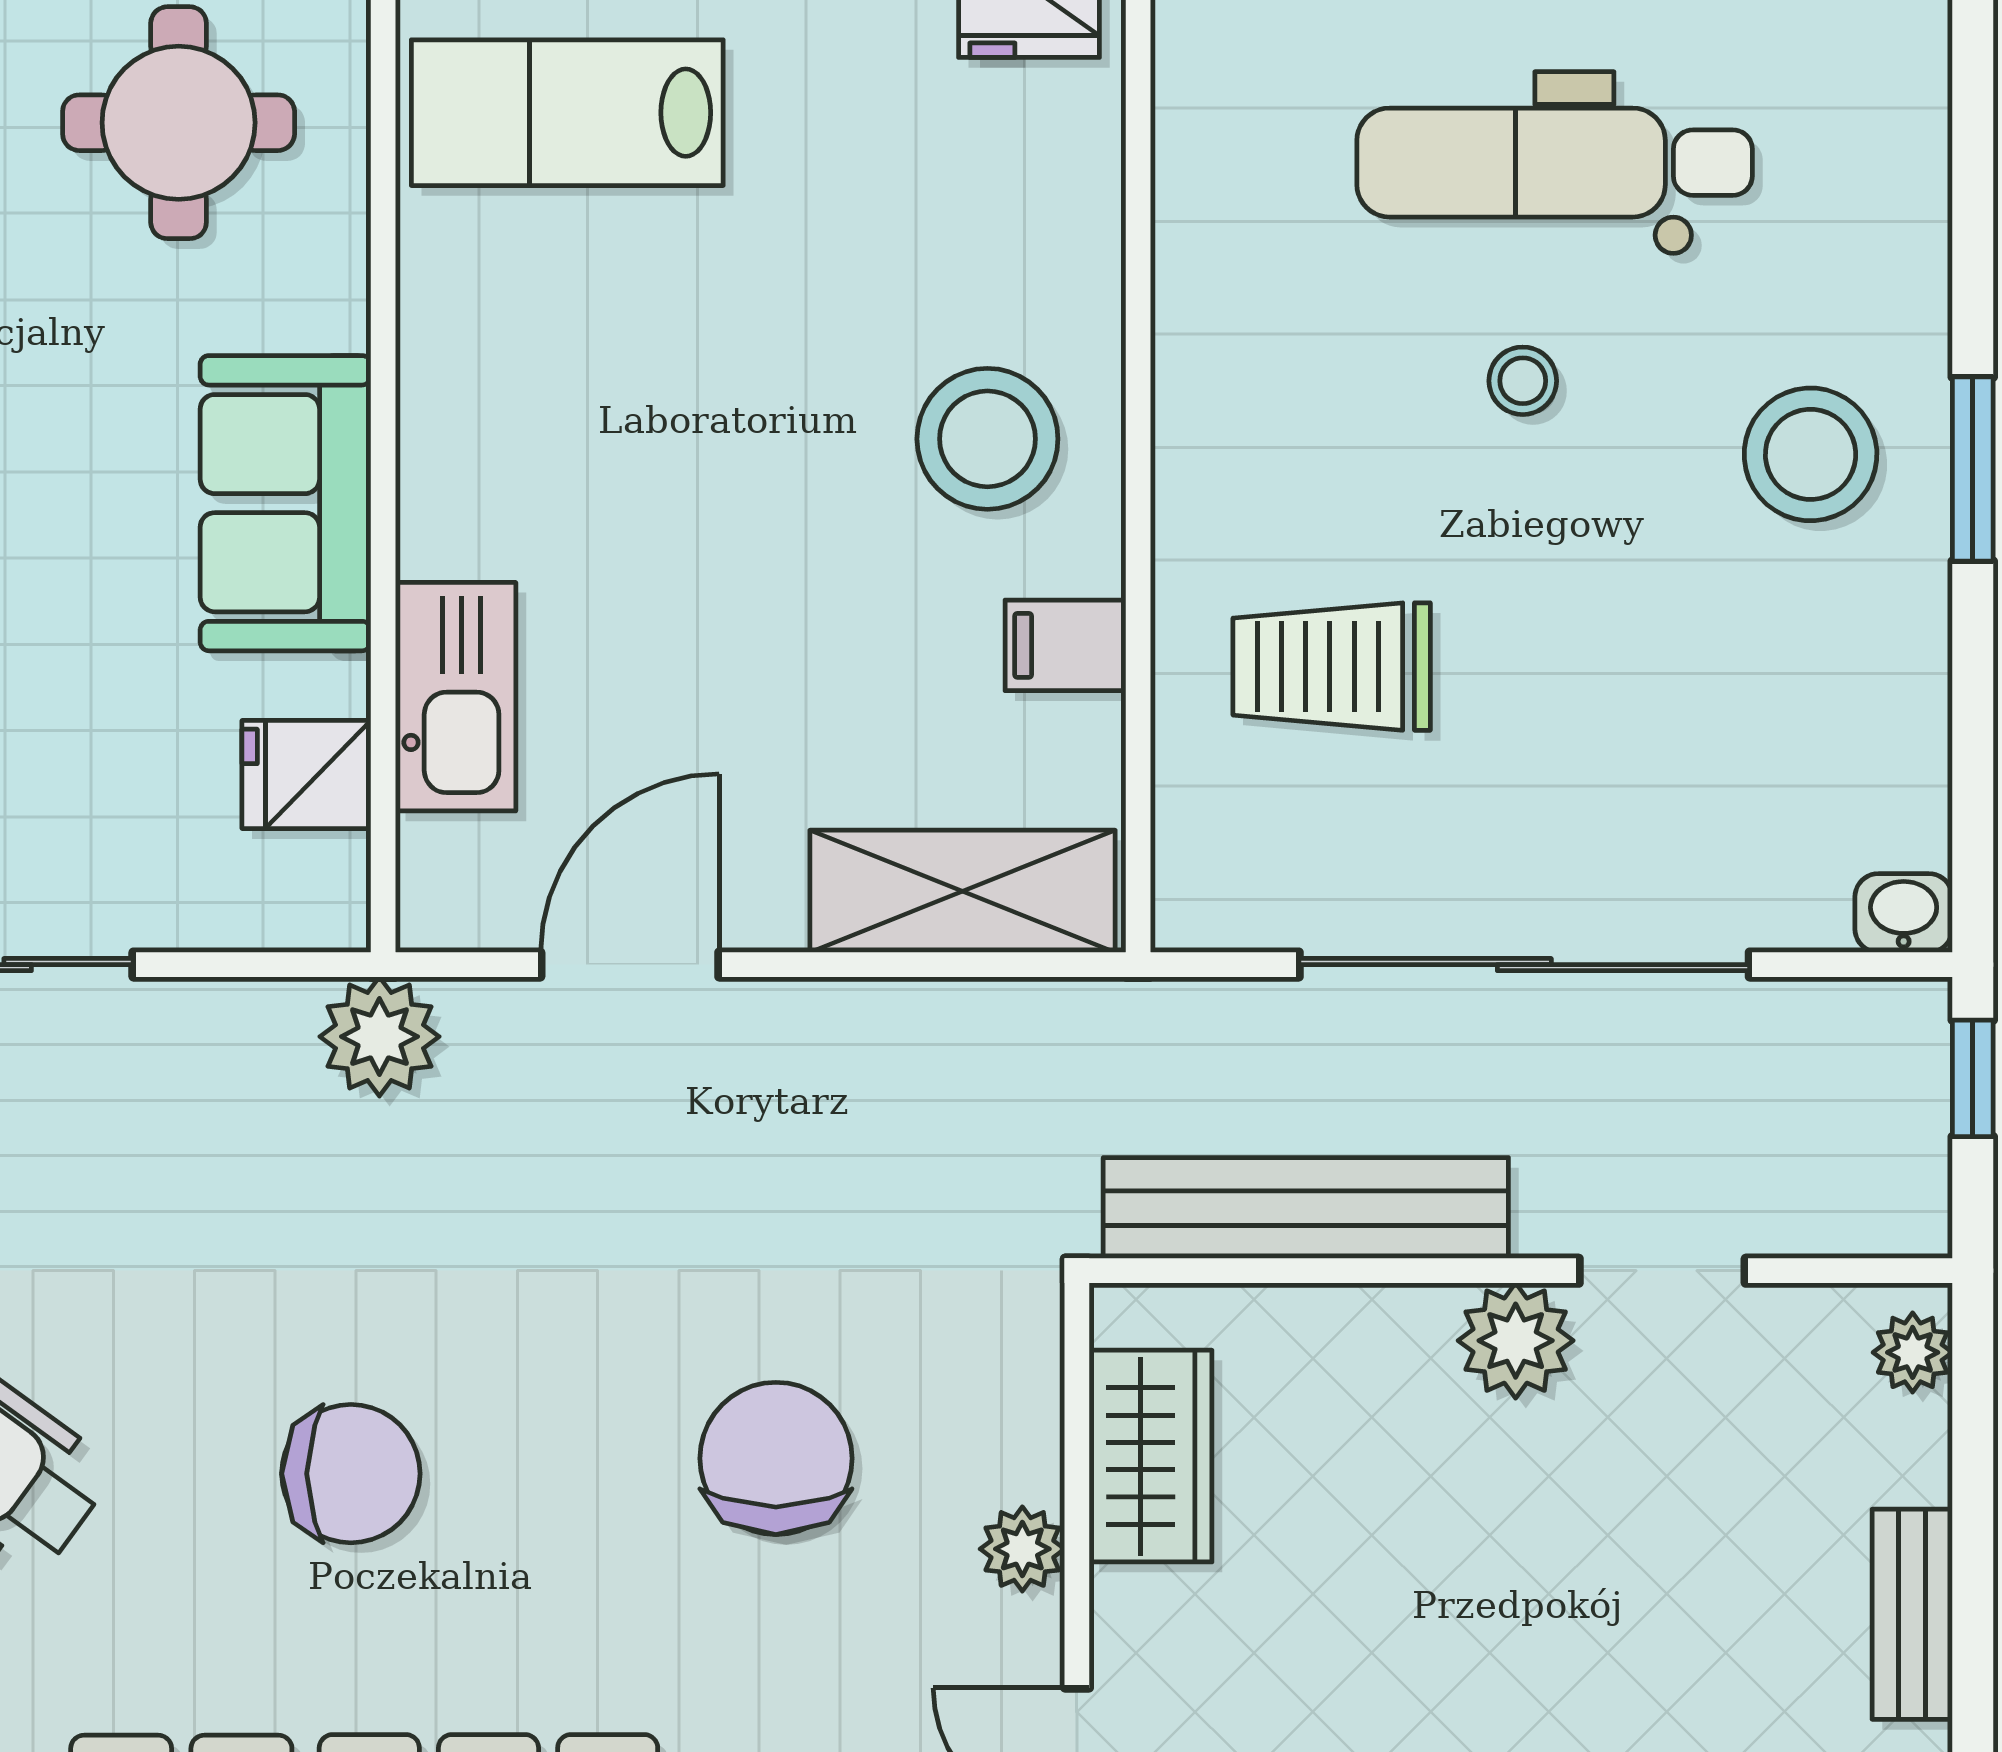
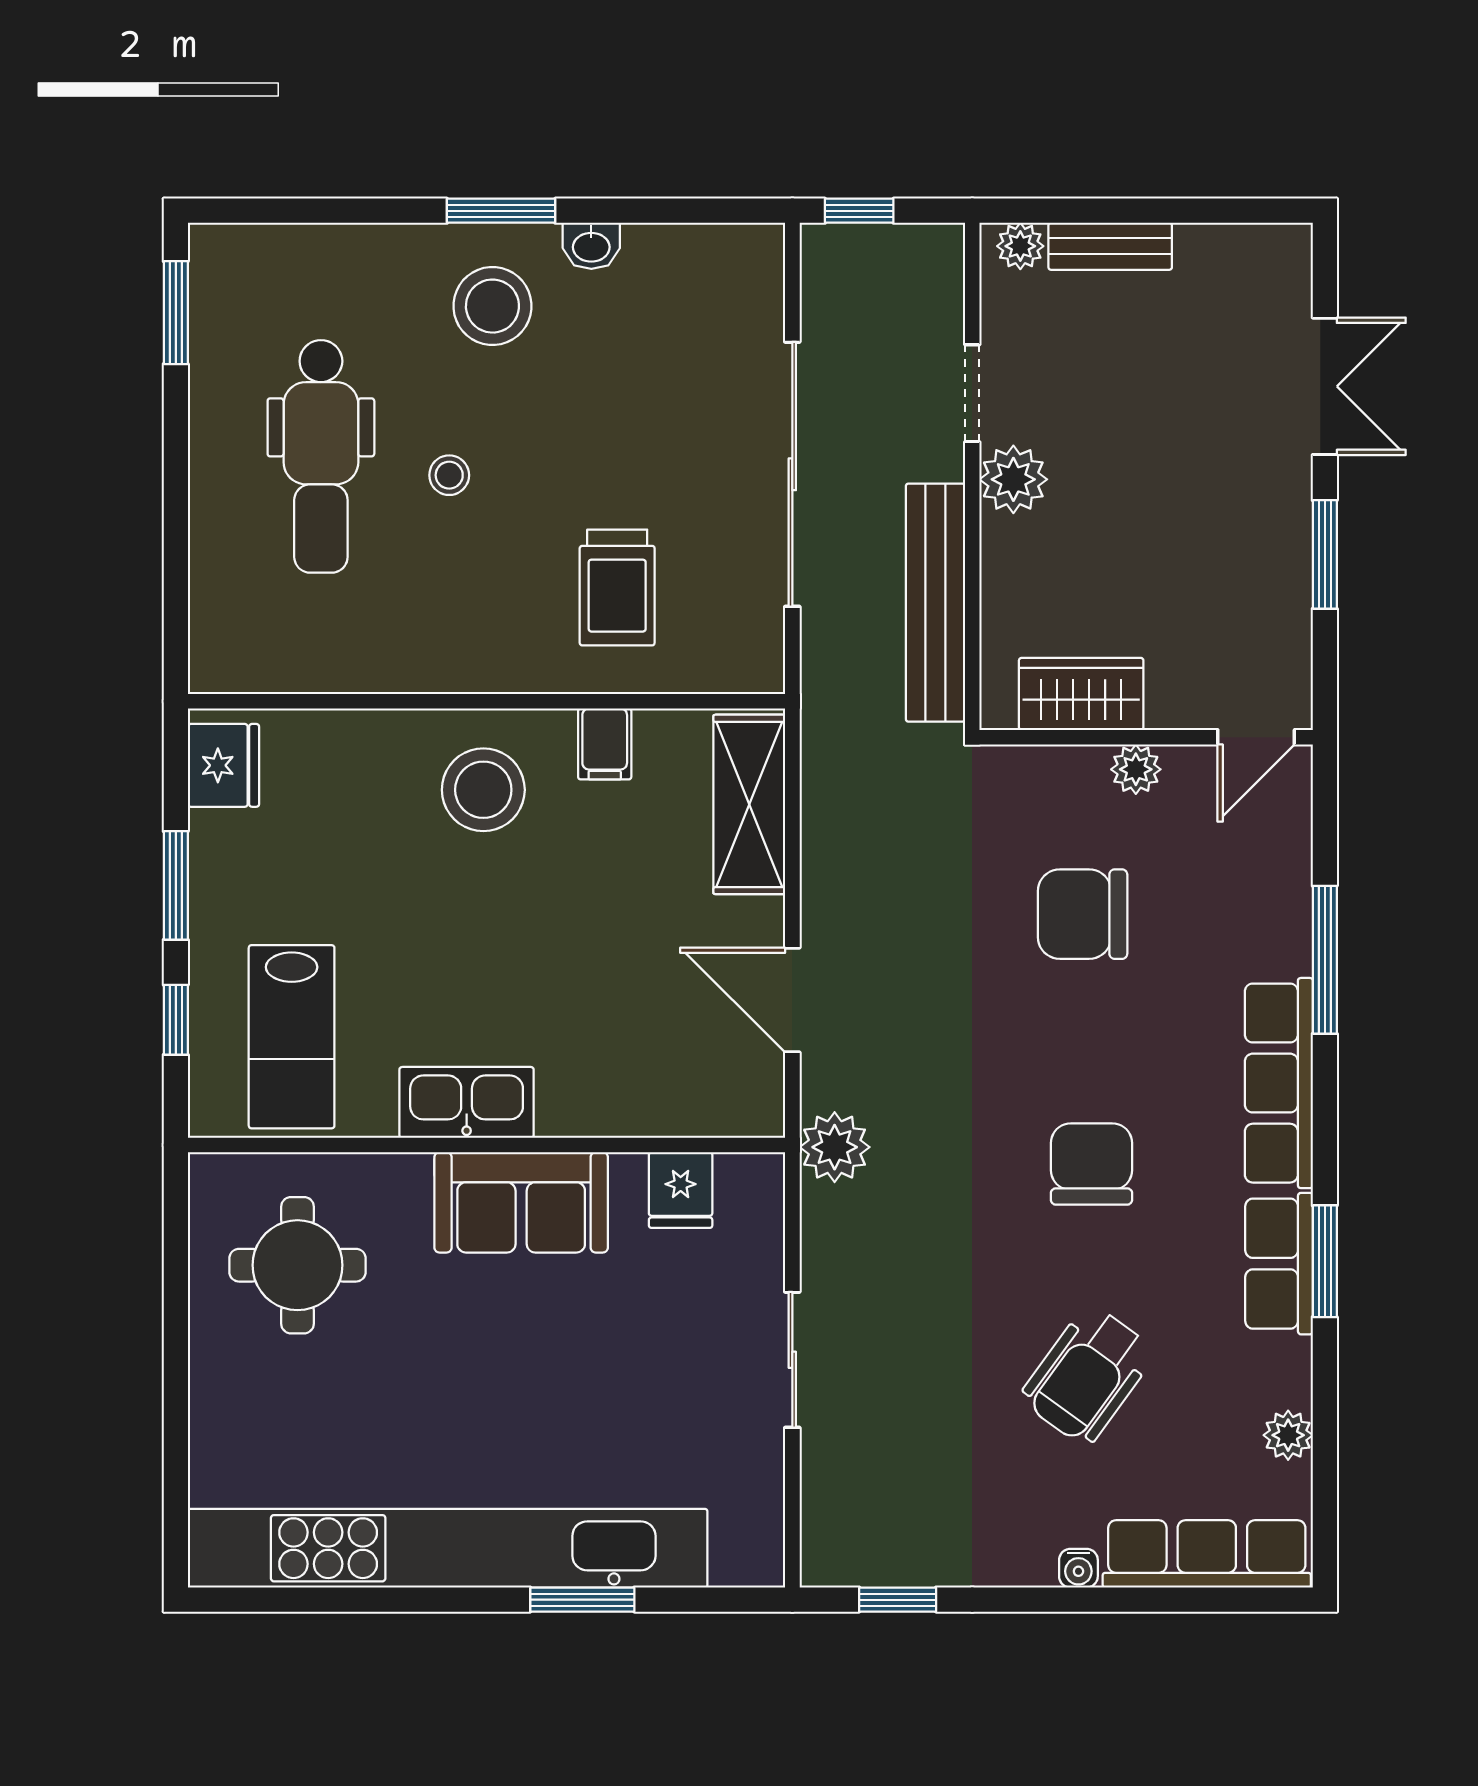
kitchen sink: (456, 697) -> (467, 1102), moved
washbasin: (1904, 913) -> (591, 246), moved, turned -90
bench: (1912, 1614) -> (1110, 246), moved

